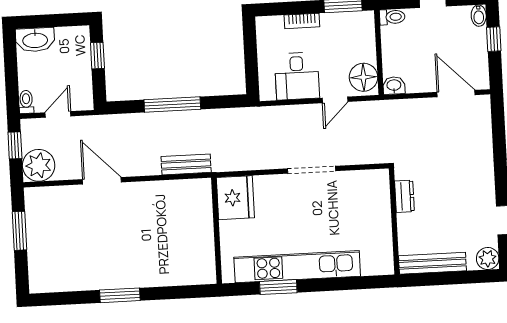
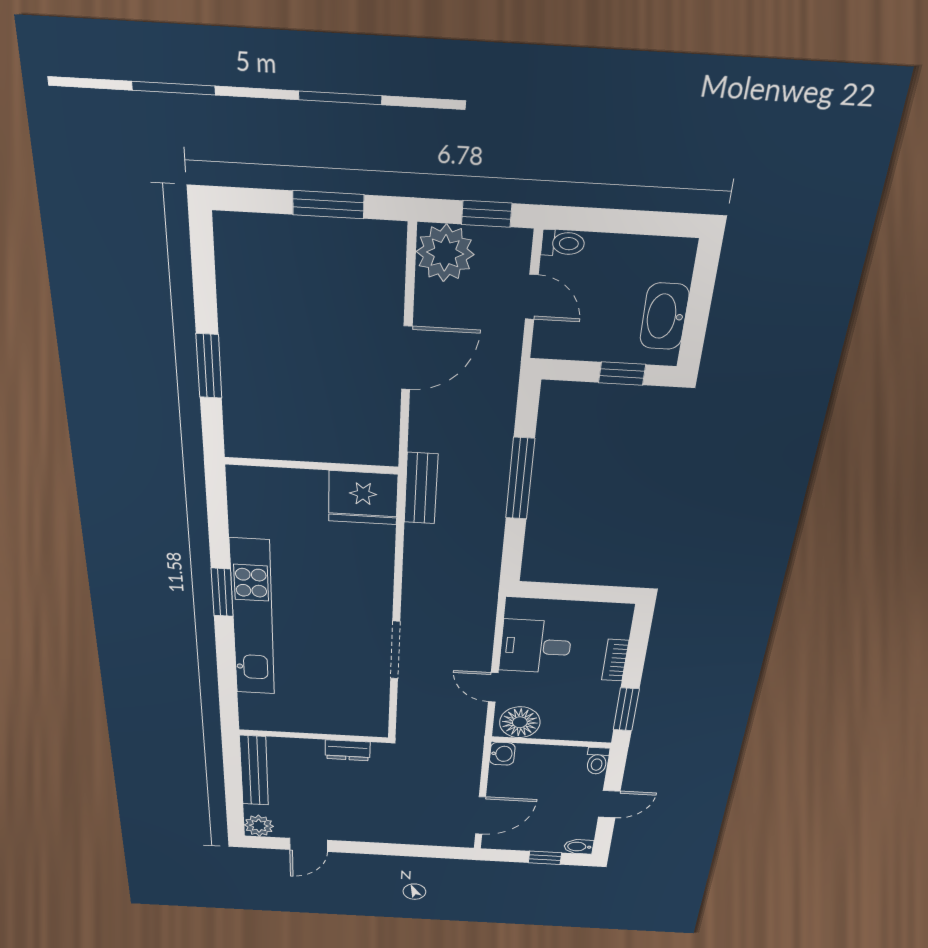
washbasin: (35, 40) -> (664, 316), moved
fridge: (235, 198) -> (363, 498), moved
wall: (217, 231) -> (312, 465), moved

